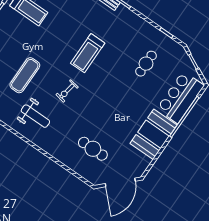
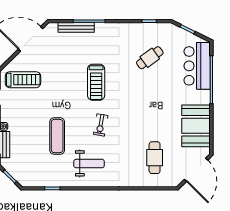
cafe table: (146, 64) -> (150, 58), turned 54
booth: (154, 134) -> (196, 126), moved
cafe table: (93, 149) -> (155, 158), turned 90

